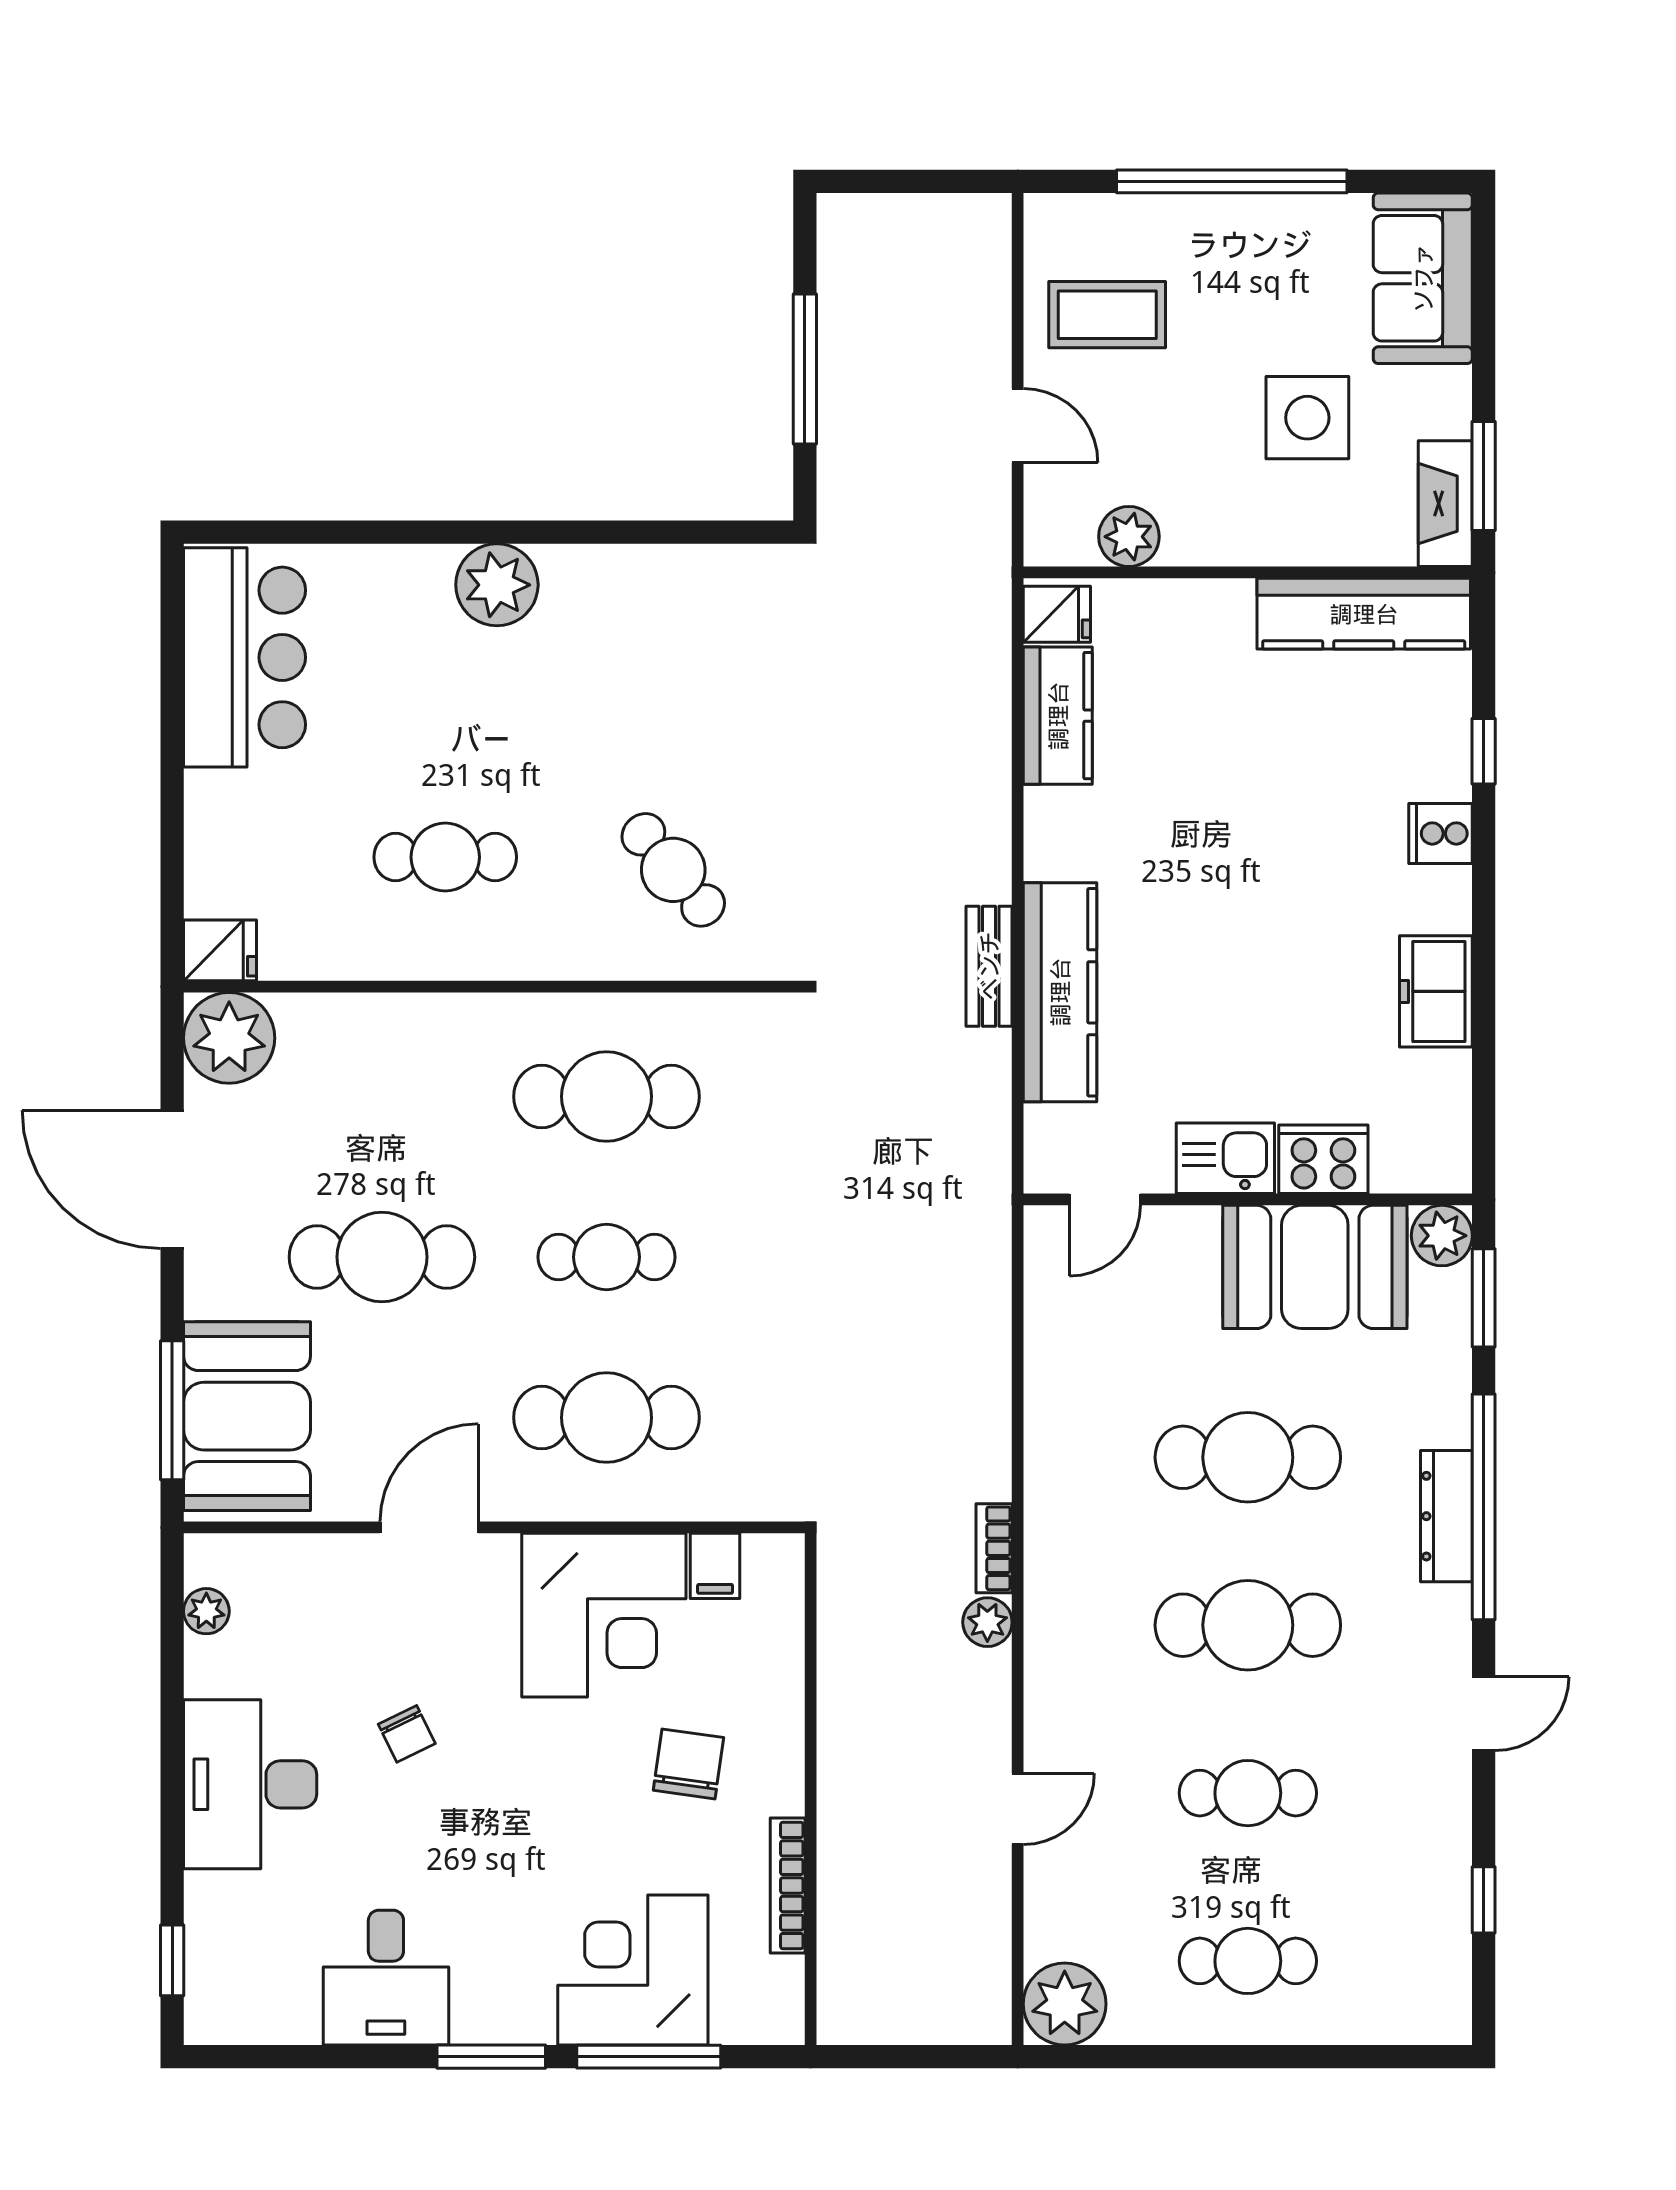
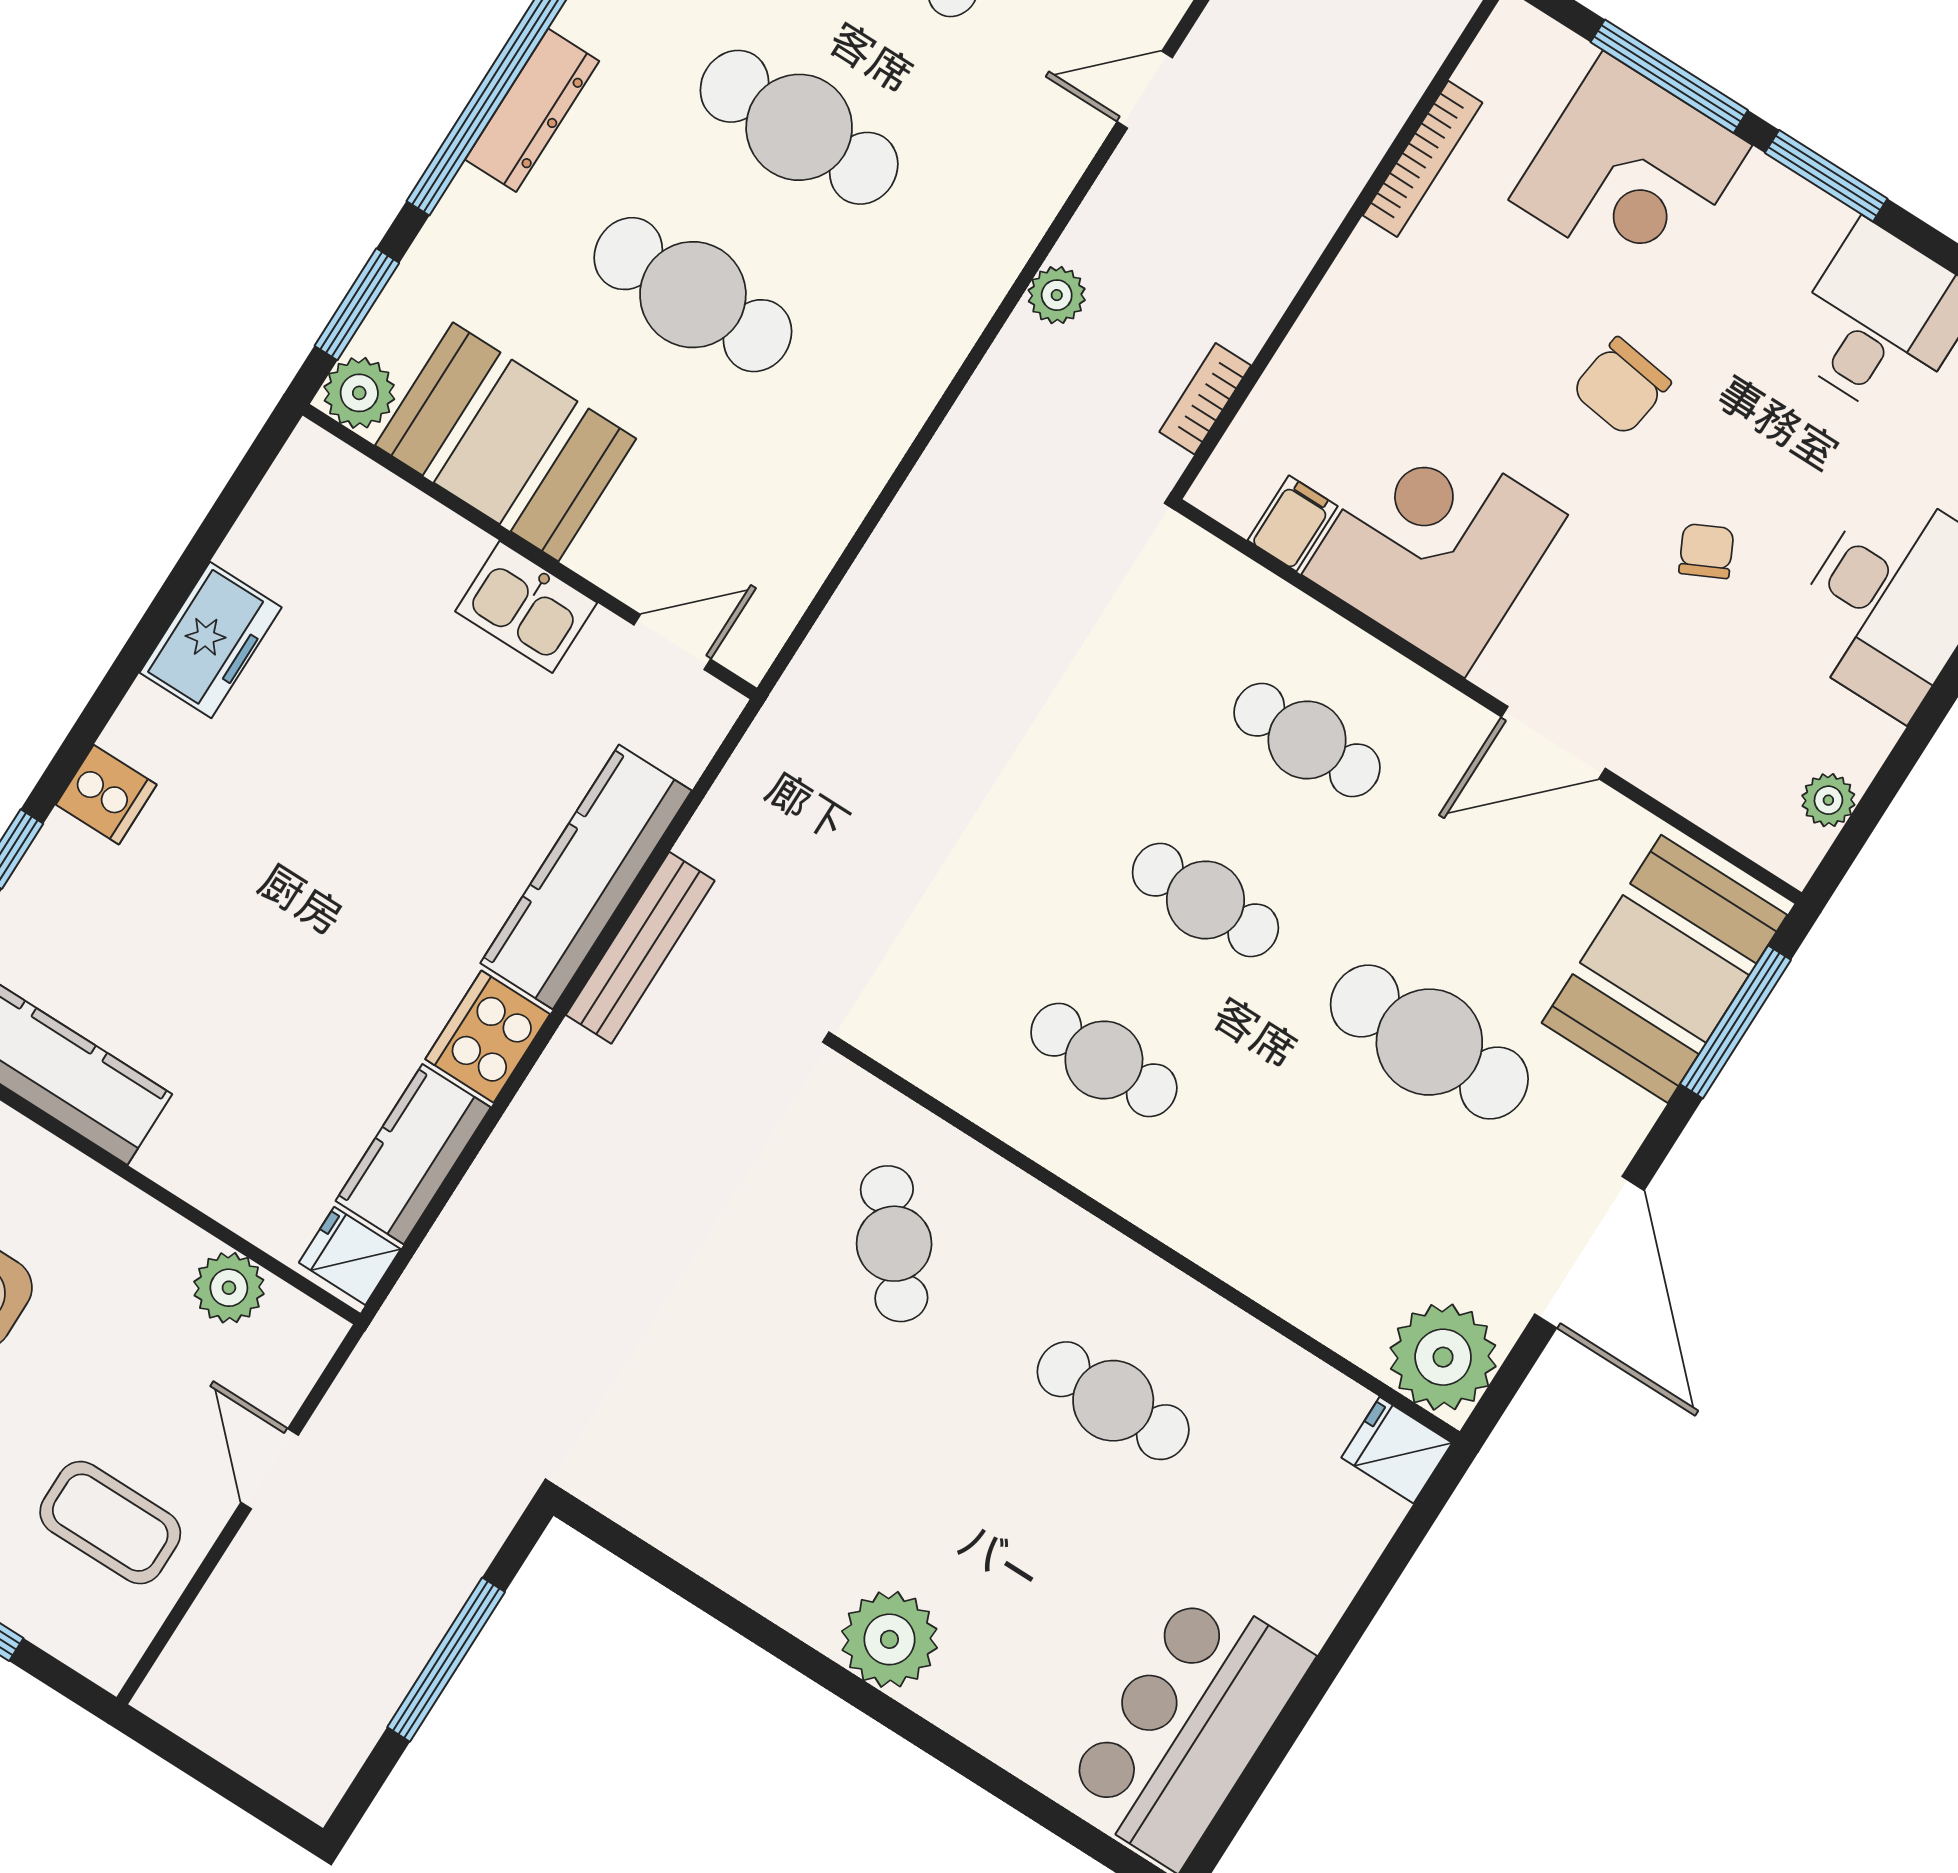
bench: (989, 966) -> (640, 948), width x1.36
cafe table: (607, 1097) -> (1104, 1060), width x0.73, depth x0.74
cooker: (1323, 1159) -> (488, 1037), moved, turned 90
cafe table: (607, 1418) -> (1307, 740), width x0.73, depth x0.74
bookcase: (994, 1548) -> (1205, 399), moved, turned 180
chair: (688, 1764) -> (1621, 386), moved

